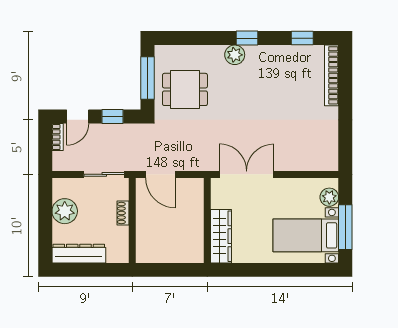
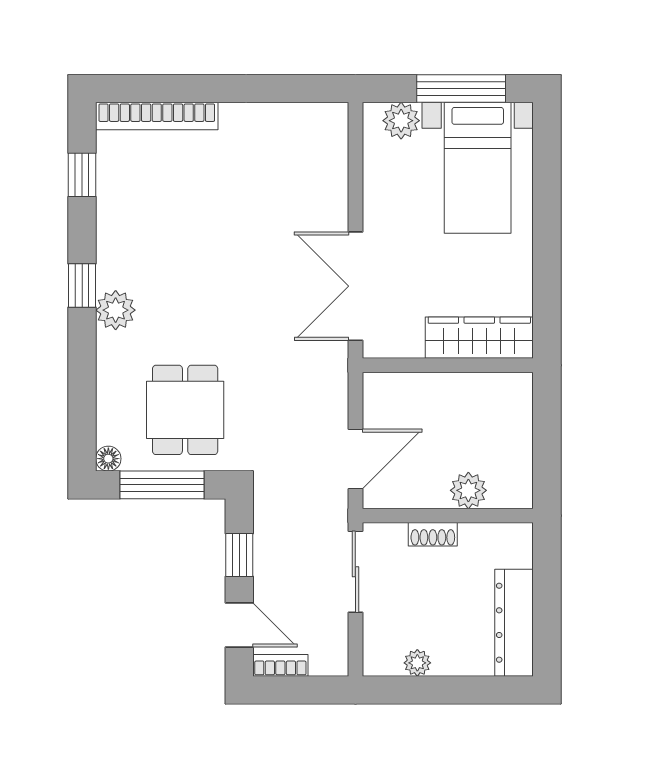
floor lamp: (161, 51) -> (108, 459), added
plant: (65, 211) -> (417, 663), width x0.53, depth x0.53
plant: (145, 231) -> (468, 490), added

